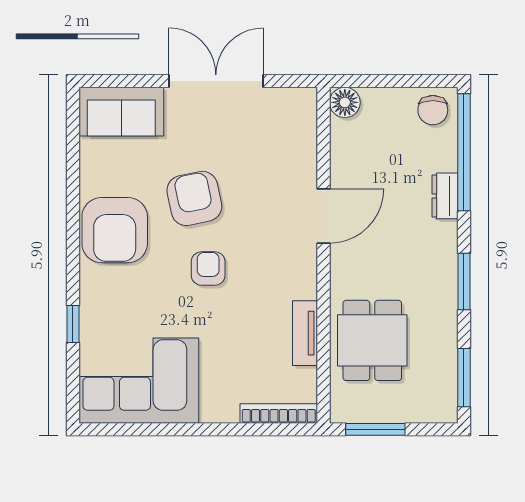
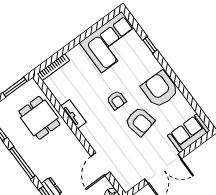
door: (323, 216) -> (100, 164), moved
window: (464, 281) -> (22, 163), width x1.44
tv unit: (305, 333) -> (74, 114), moved

